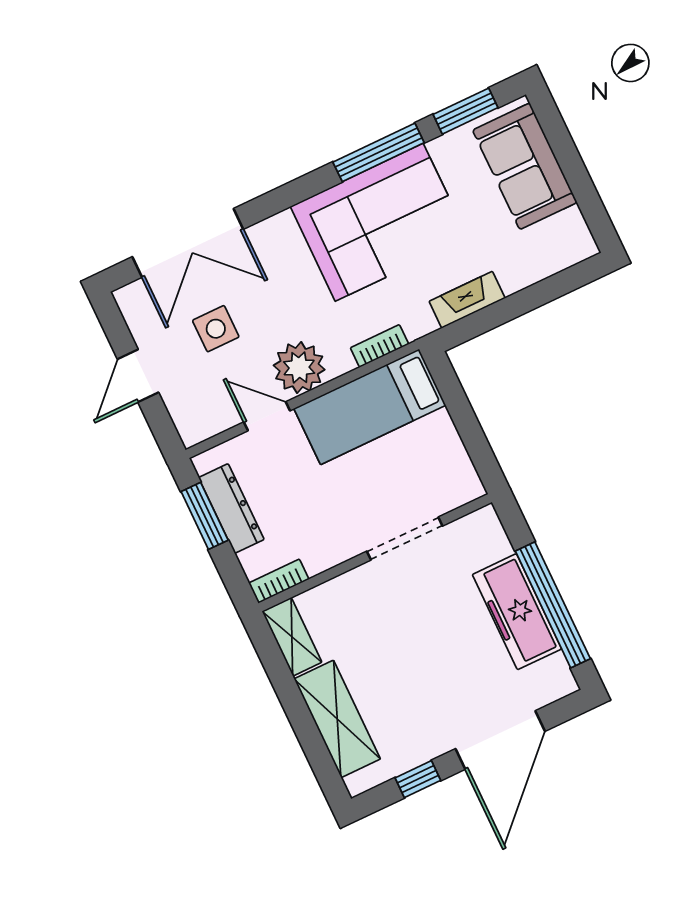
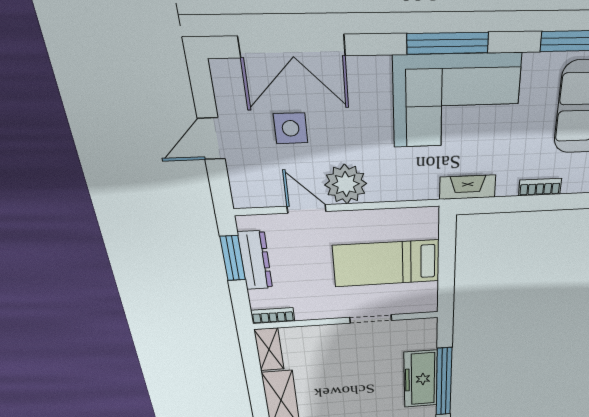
window: (379, 152) -> (448, 43), moved
fireplace: (467, 300) -> (468, 187), moved
bookcase: (379, 346) -> (540, 187), moved
bed: (370, 407) -> (387, 263), moved
doorway: (405, 539) -> (371, 319), width x0.73

